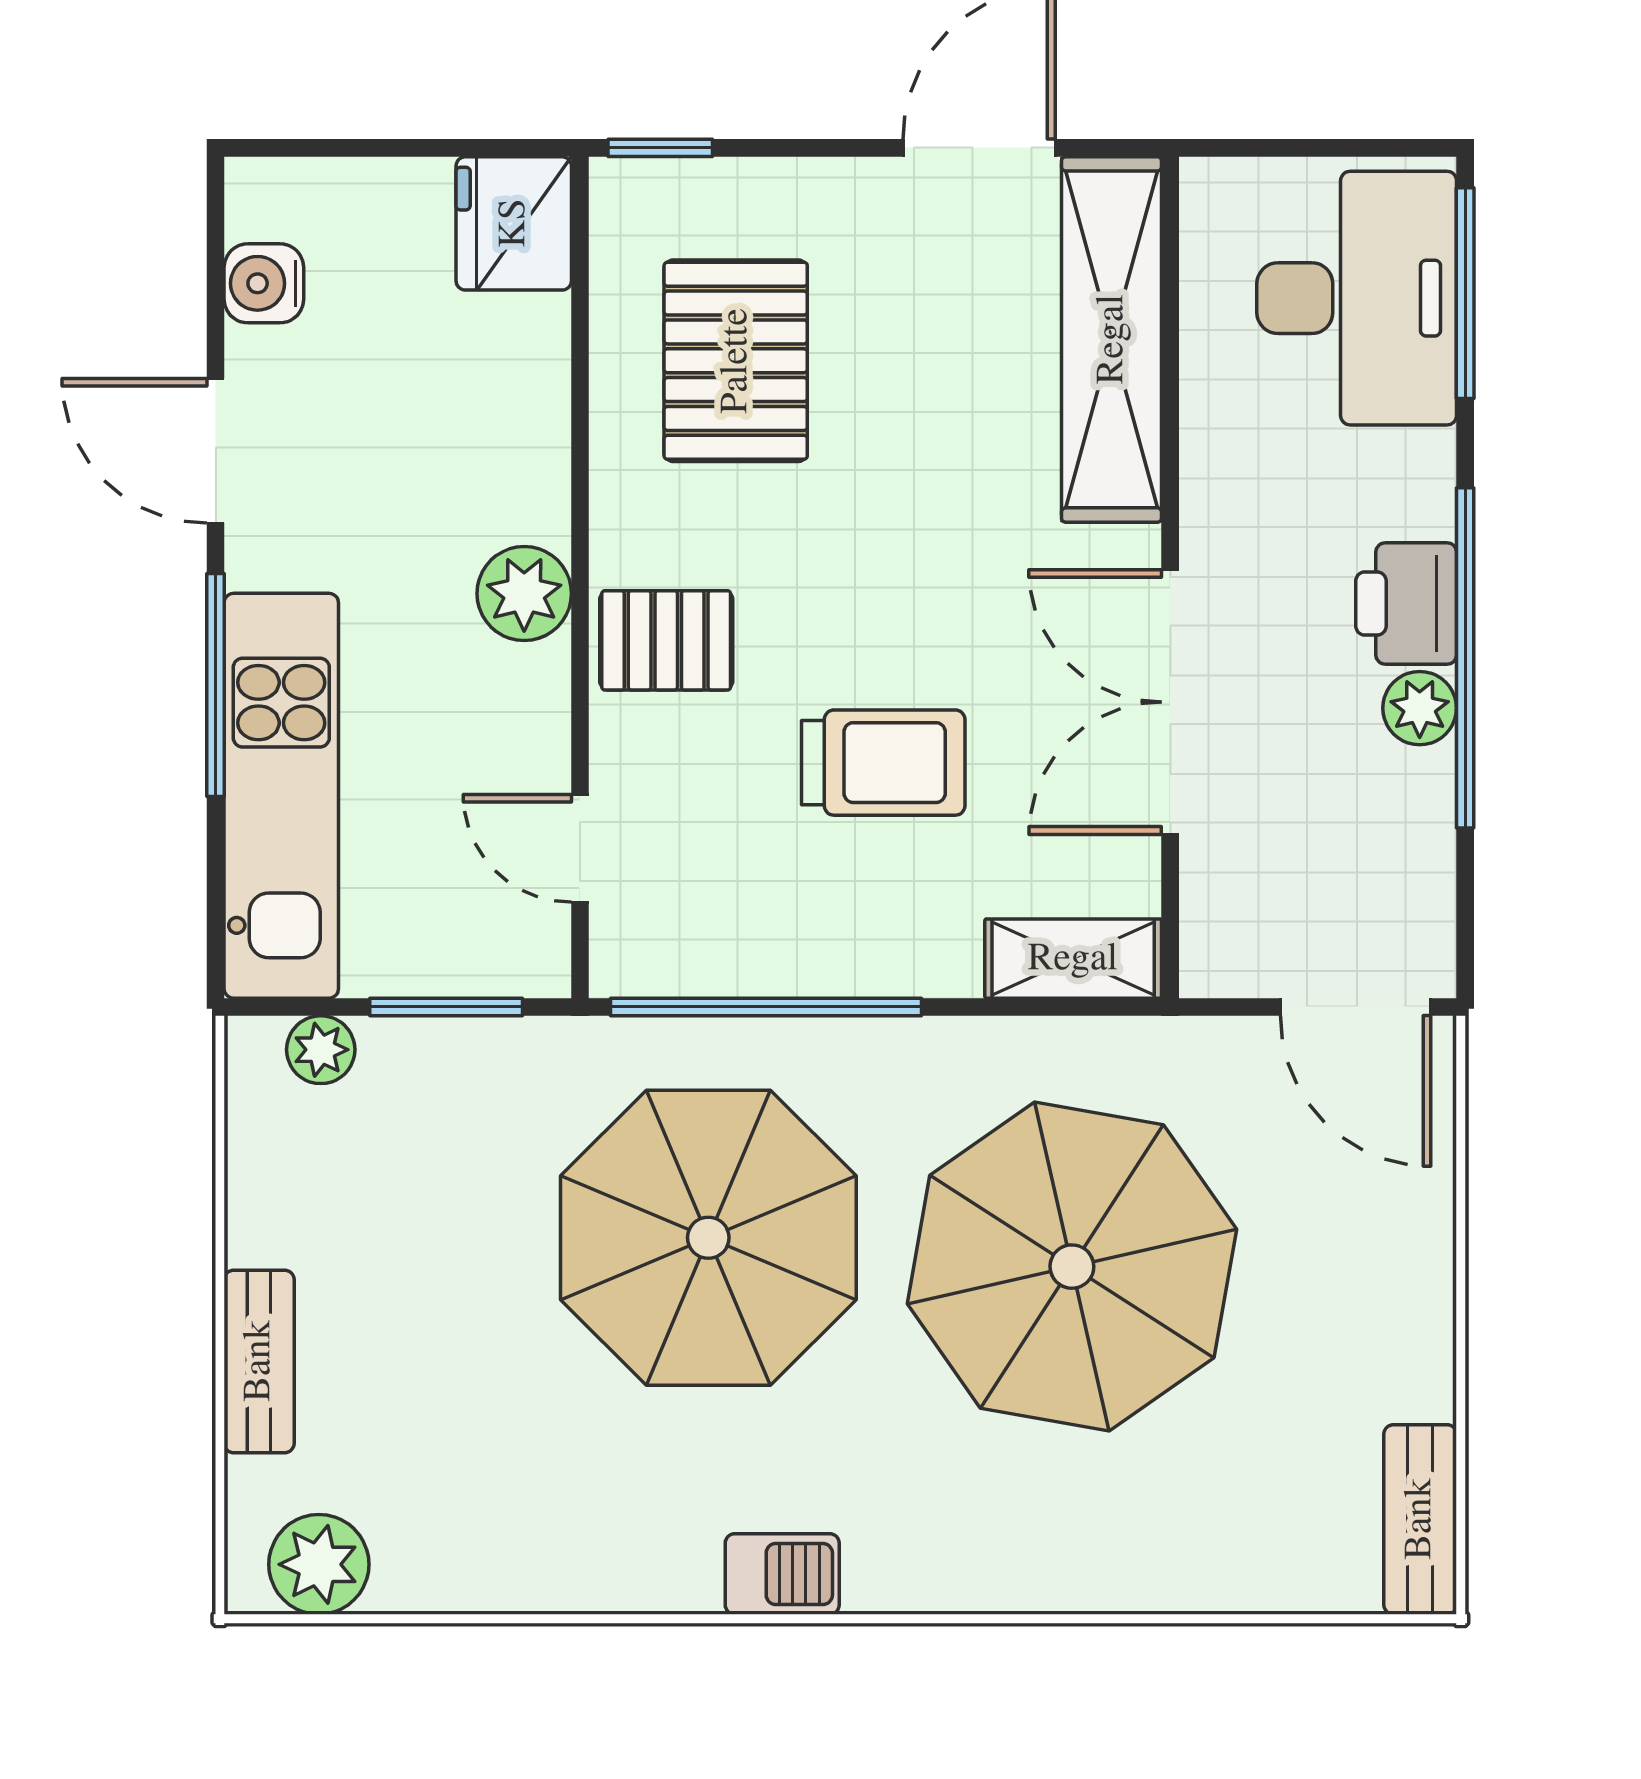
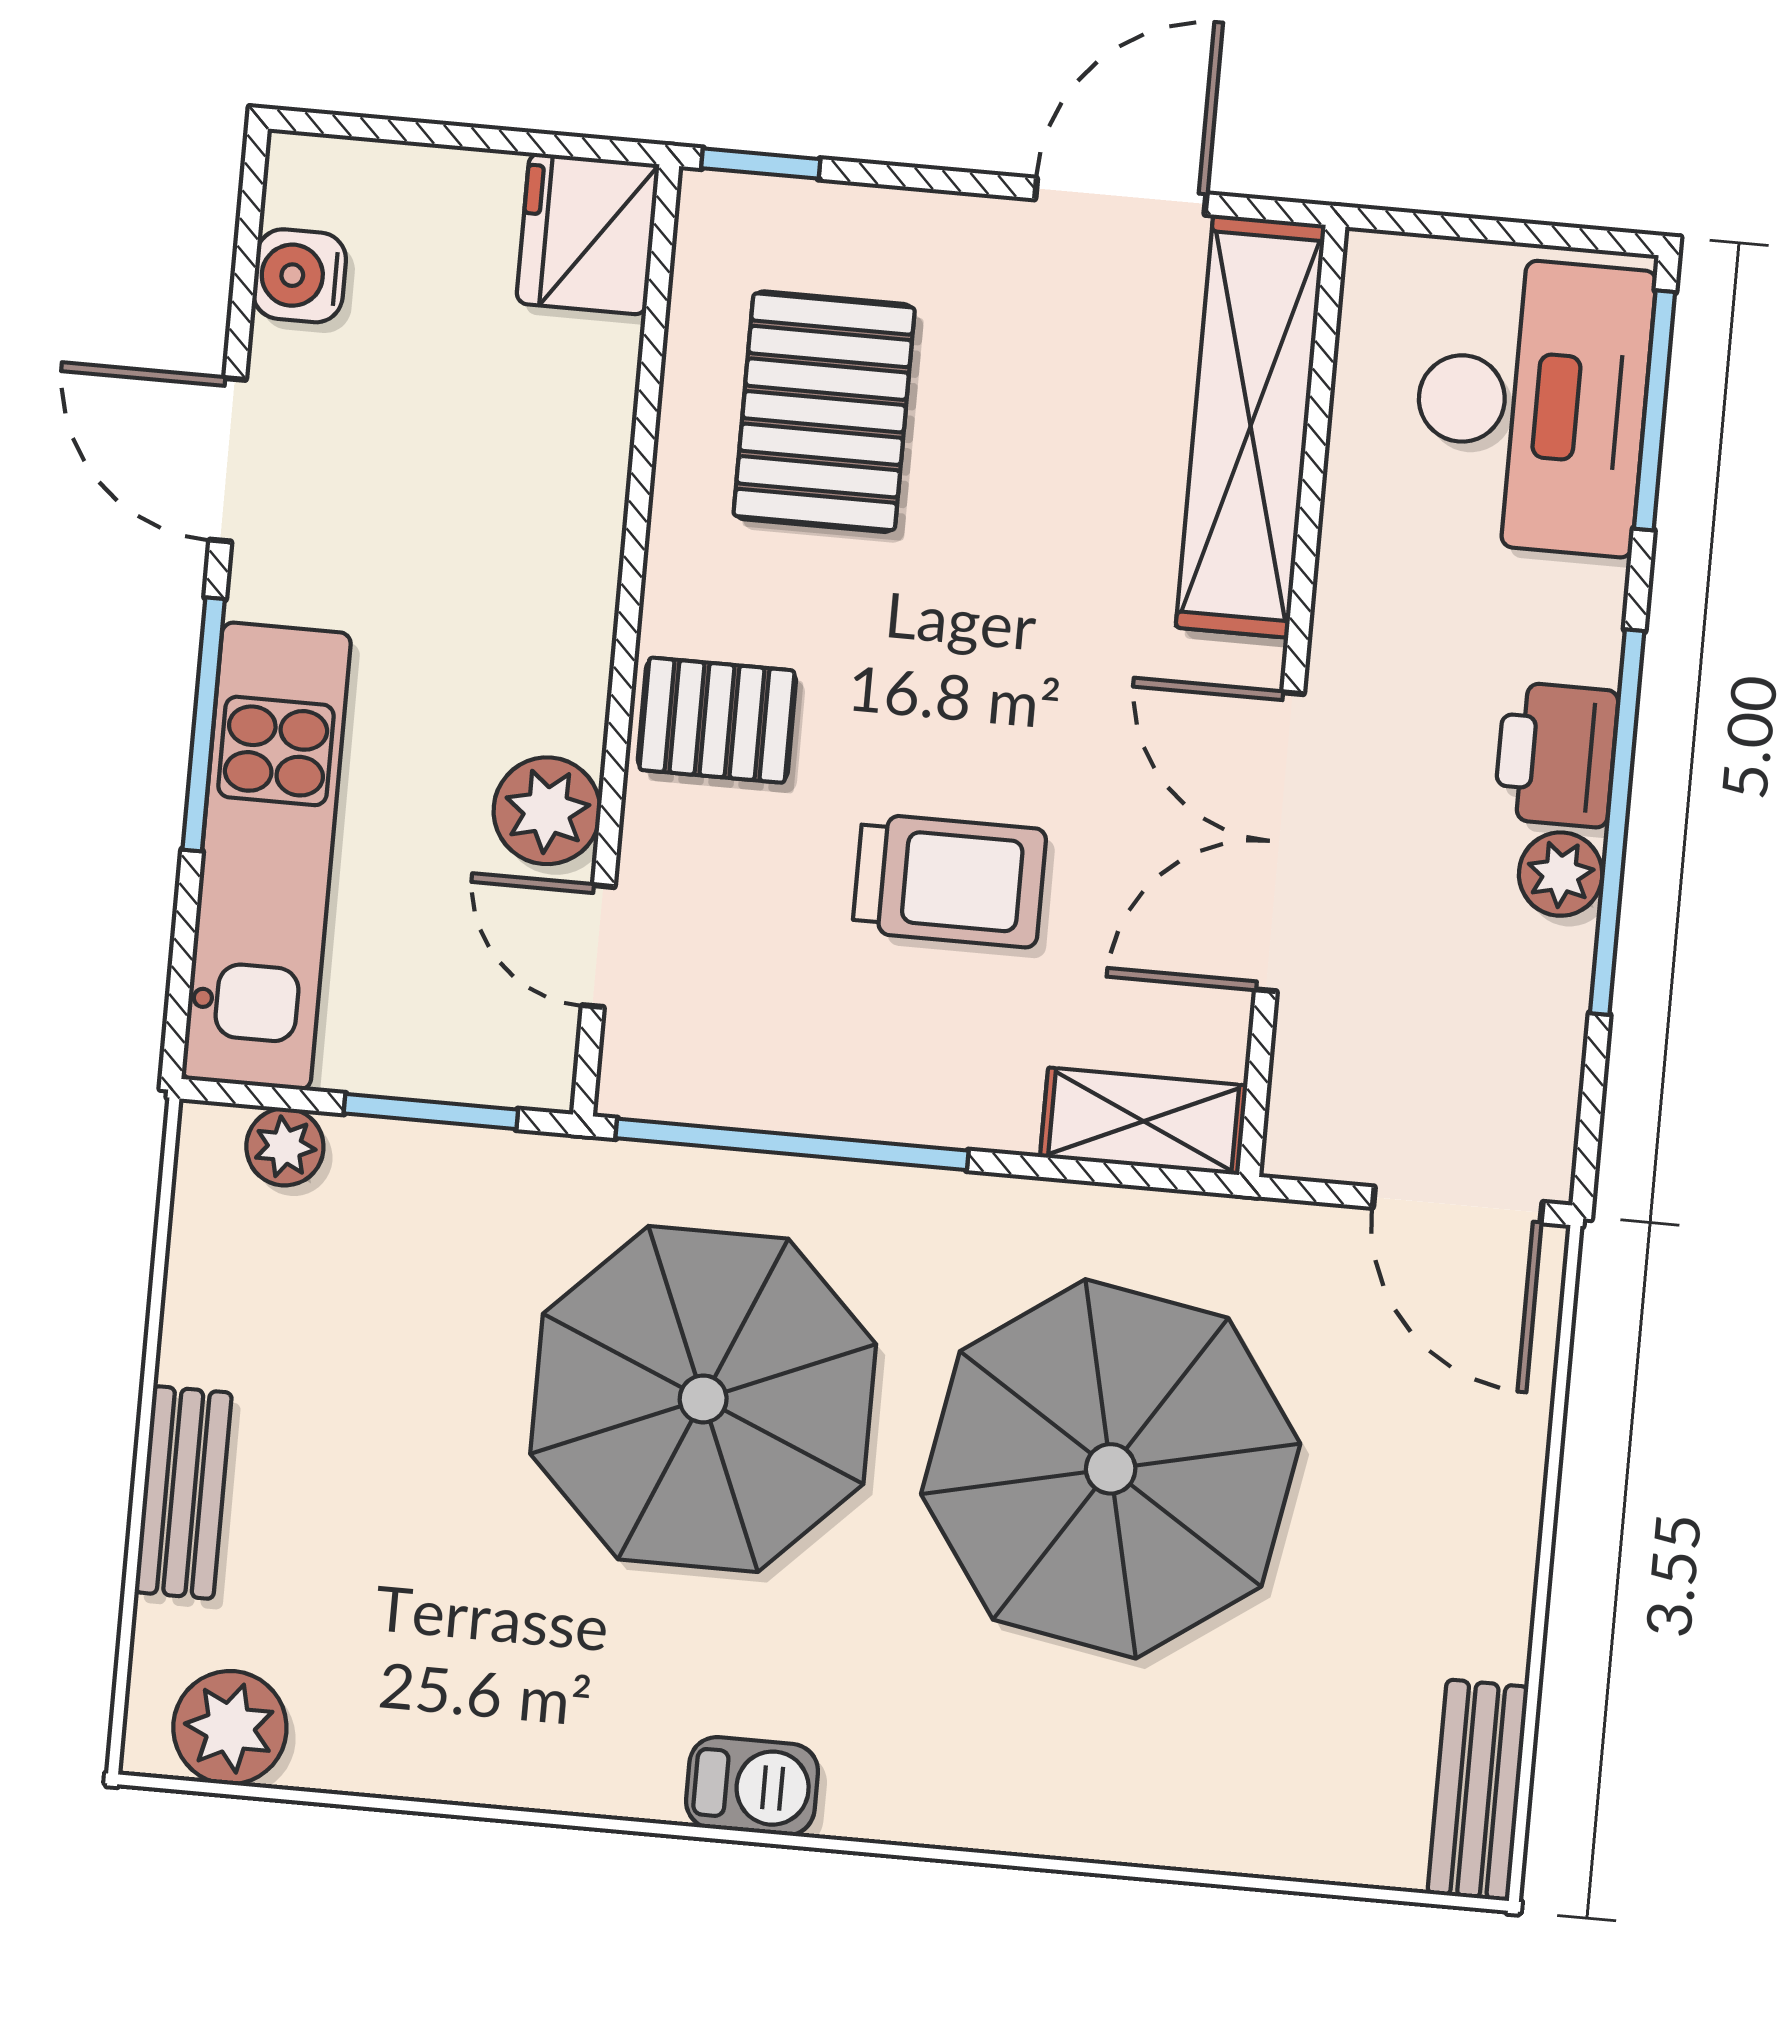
plant: (524, 594) -> (547, 811), moved

